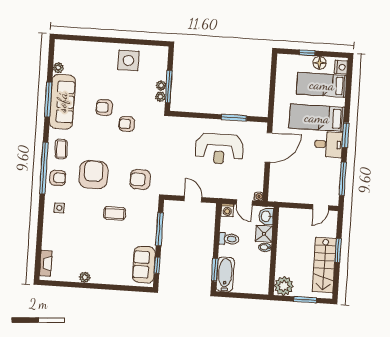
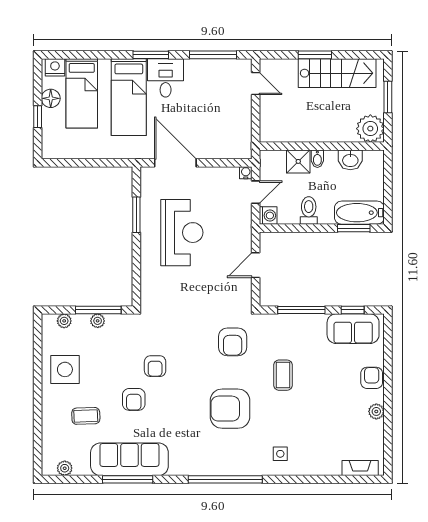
plant: (58, 68) -> (65, 468), moved
plant: (160, 97) -> (64, 321), moved
coffee table: (61, 149) -> (86, 416), moved
armchair: (58, 178) -> (372, 378), moved
washbasin: (266, 216) -> (350, 160), moved

